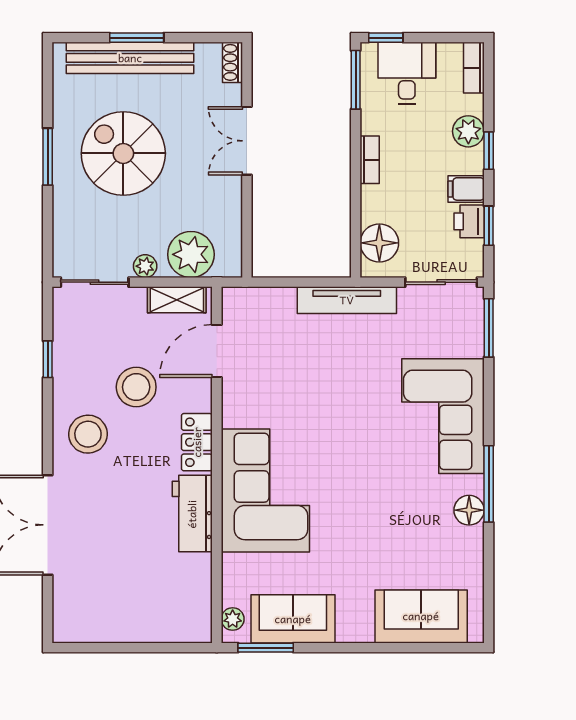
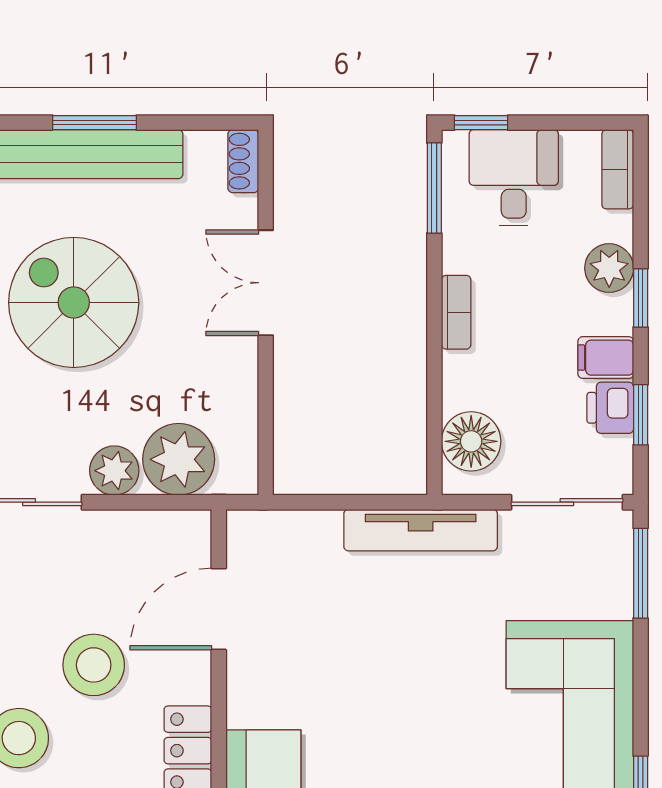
plant: (145, 266) -> (114, 471), width x1.38, depth x1.38
shelving: (177, 300) -> (157, 530), removed

